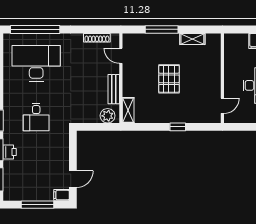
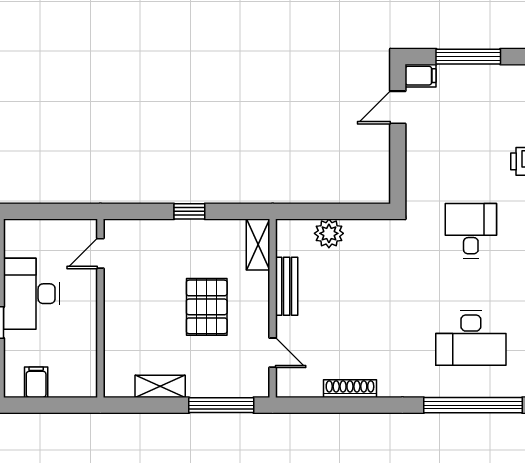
door: (121, 56) -> (273, 353), moved
desk: (36, 63) -> (471, 338), width x0.73, depth x0.77
wall: (121, 78) -> (273, 308), moved
bench: (114, 89) -> (287, 286), moved
shelving: (128, 110) -> (258, 244), moved

